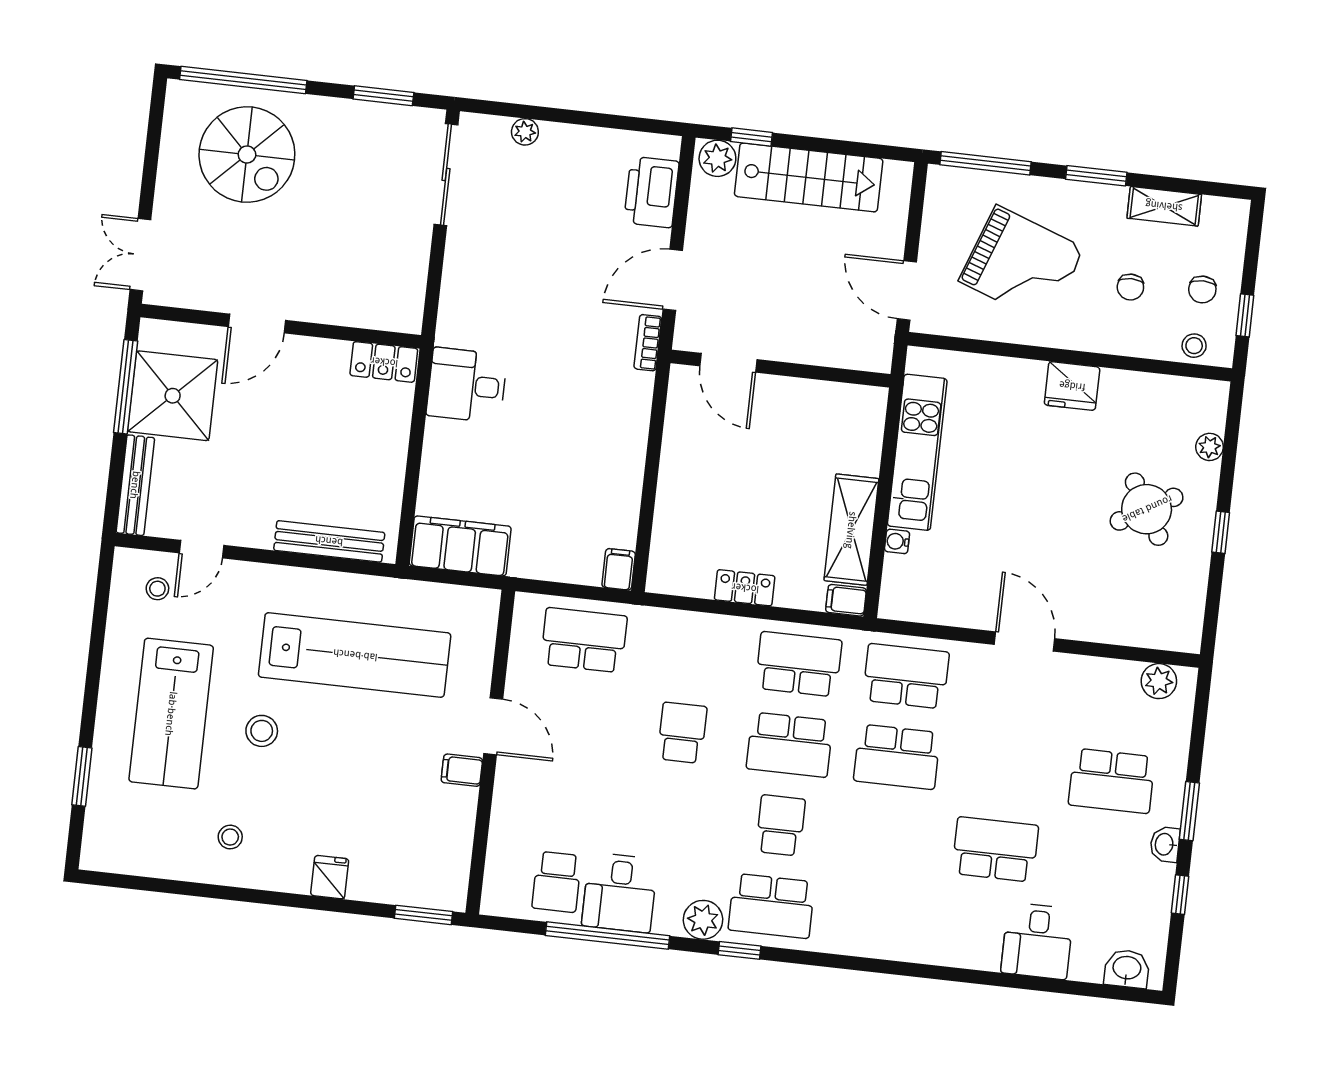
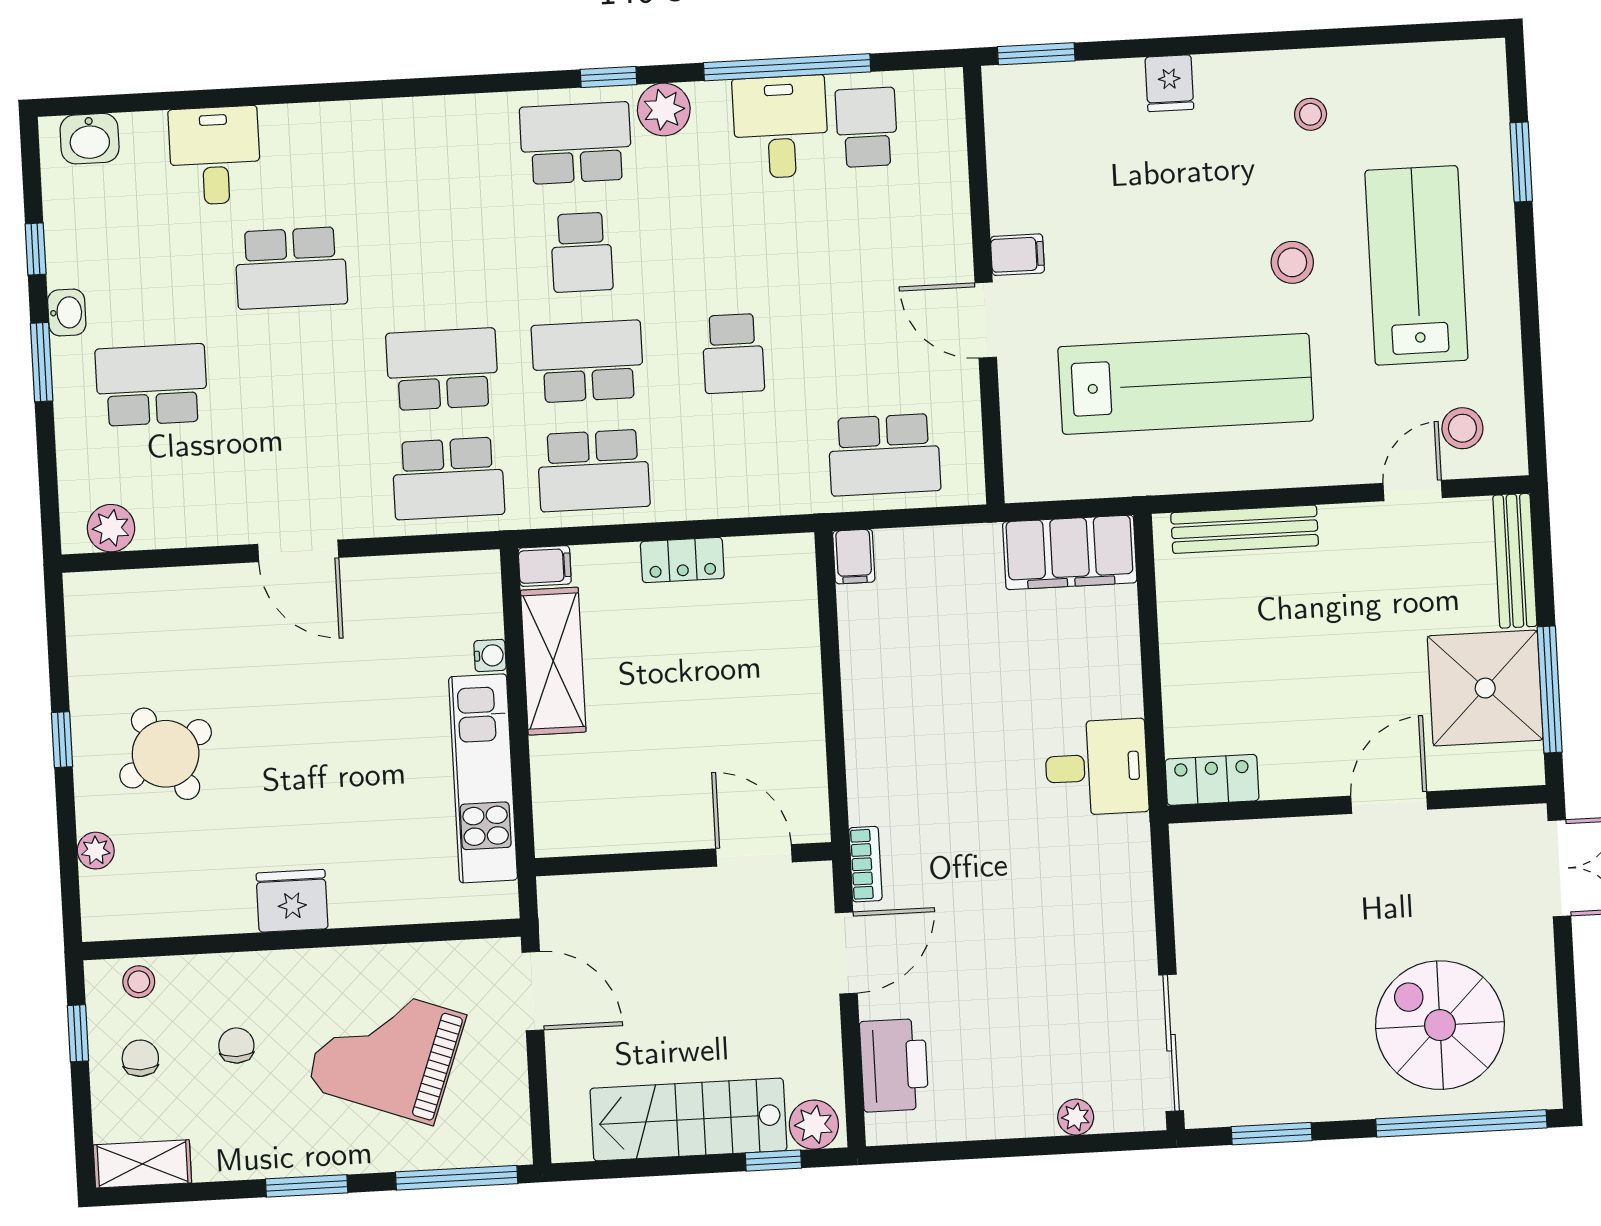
shelving: (1164, 206) -> (142, 1164), moved
stool: (157, 589) -> (1462, 428), width x1.37, depth x1.37
lab bench: (355, 655) -> (1186, 384), turned 180

